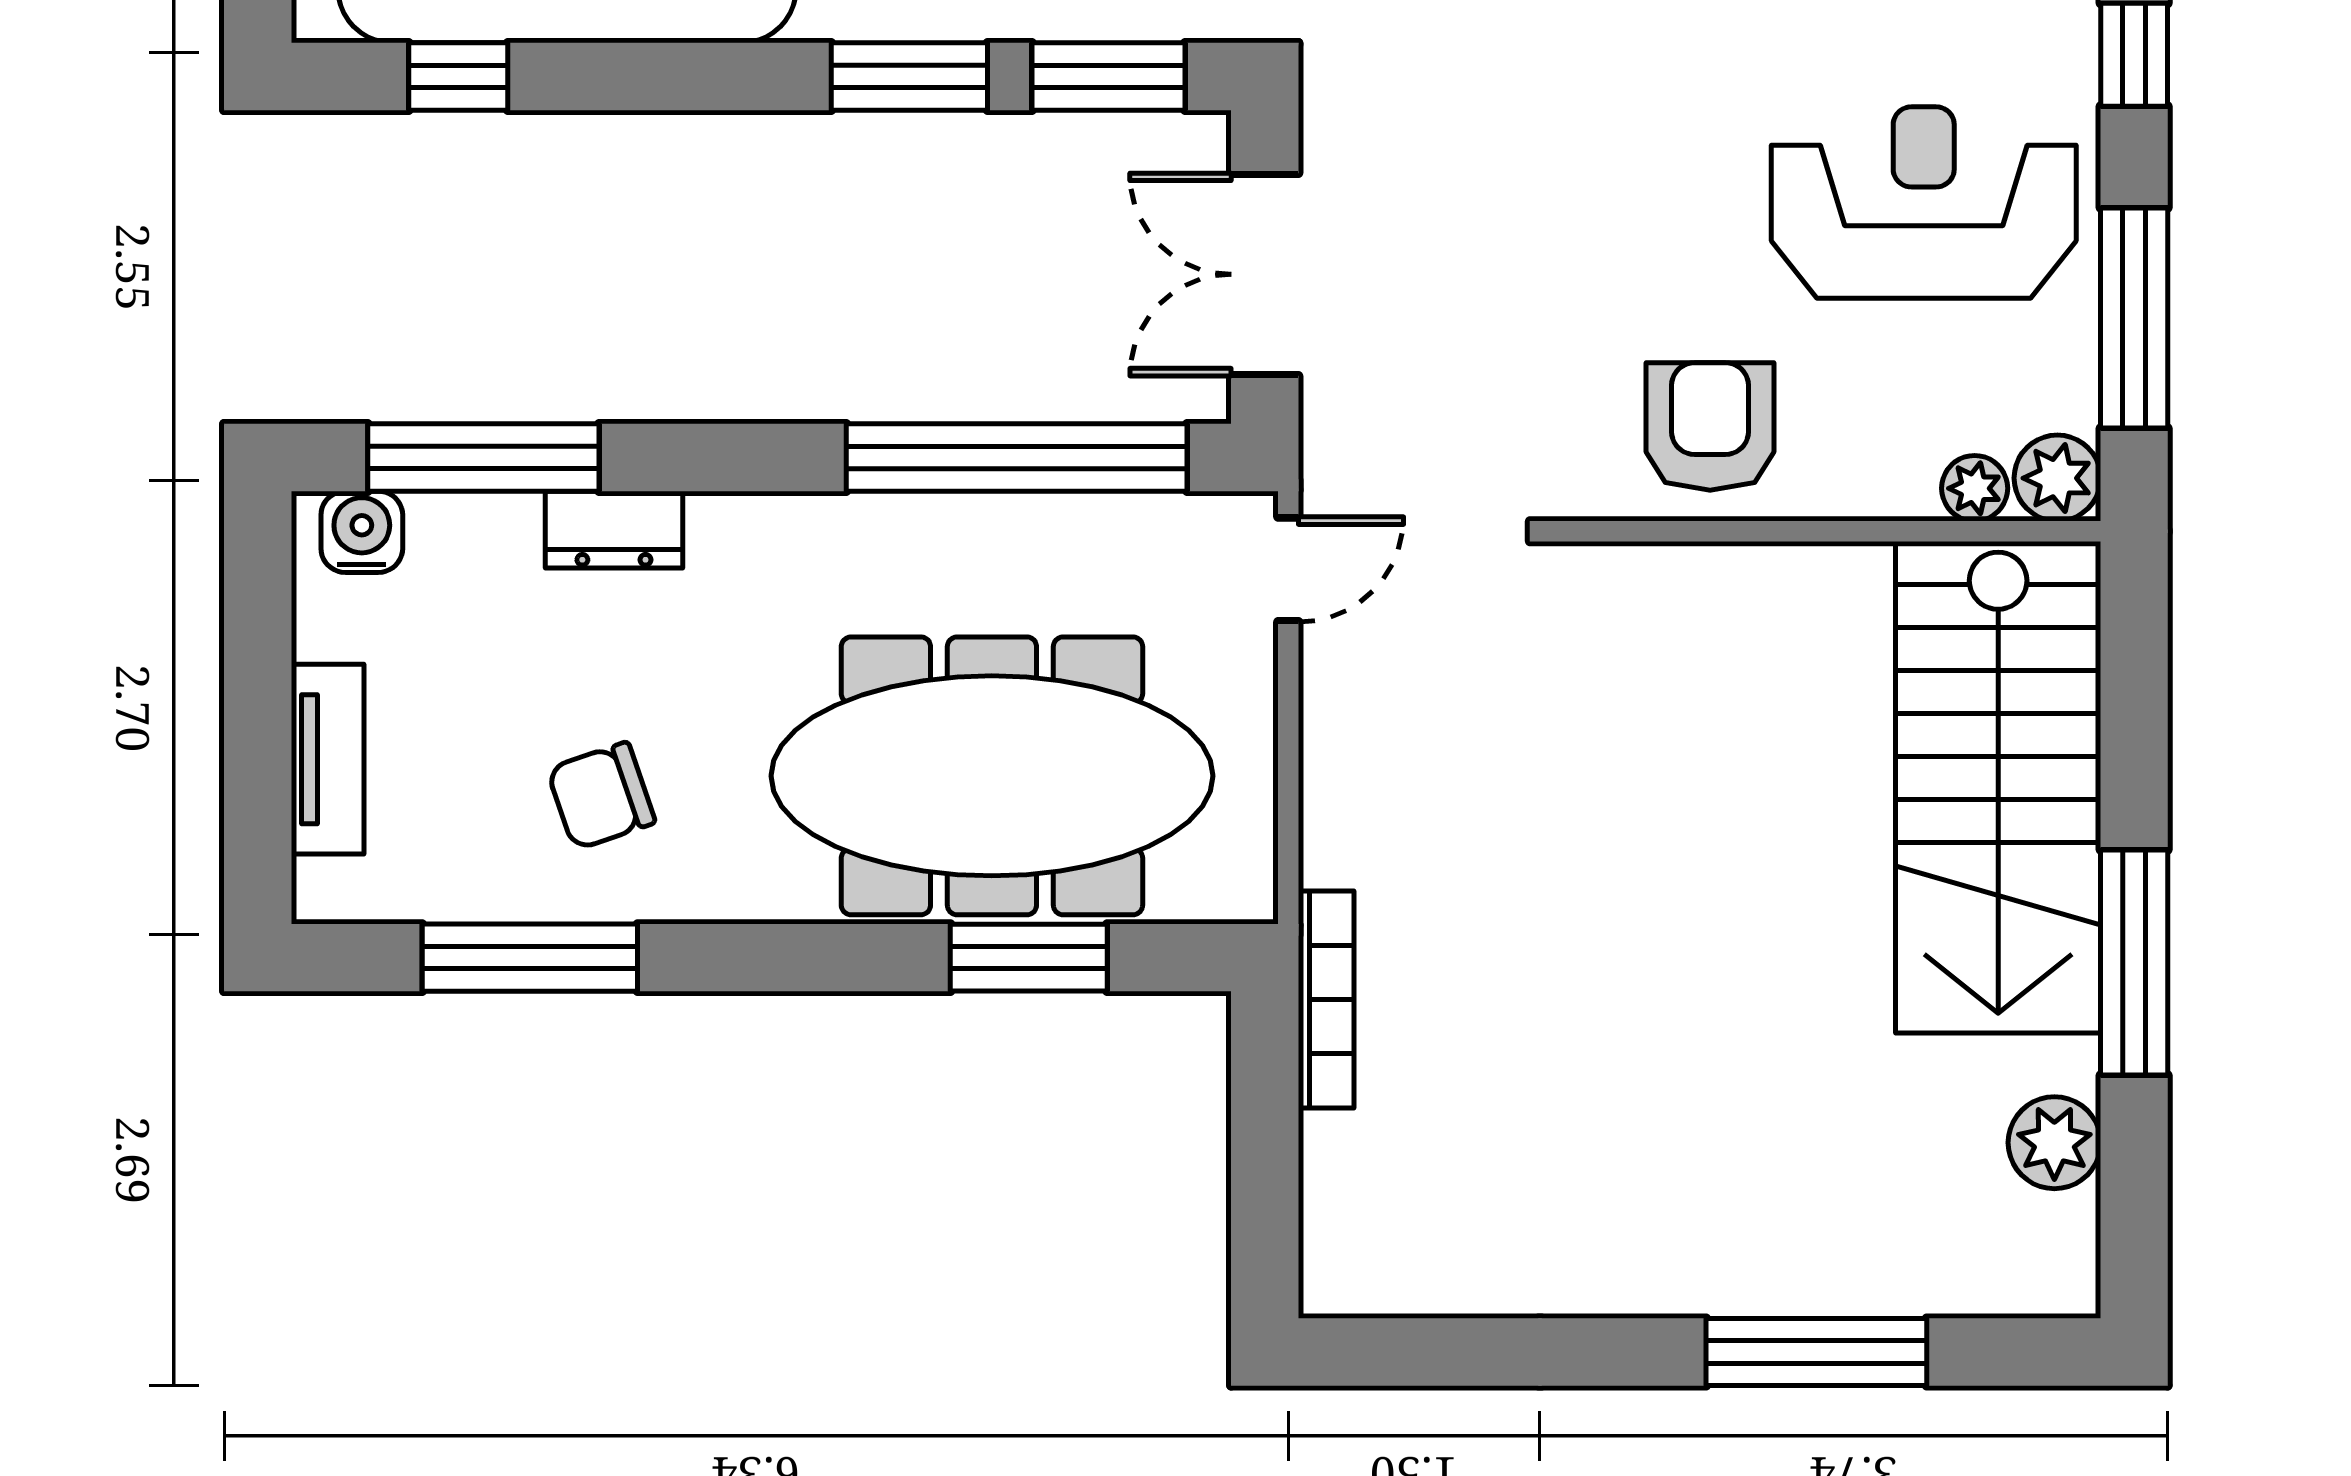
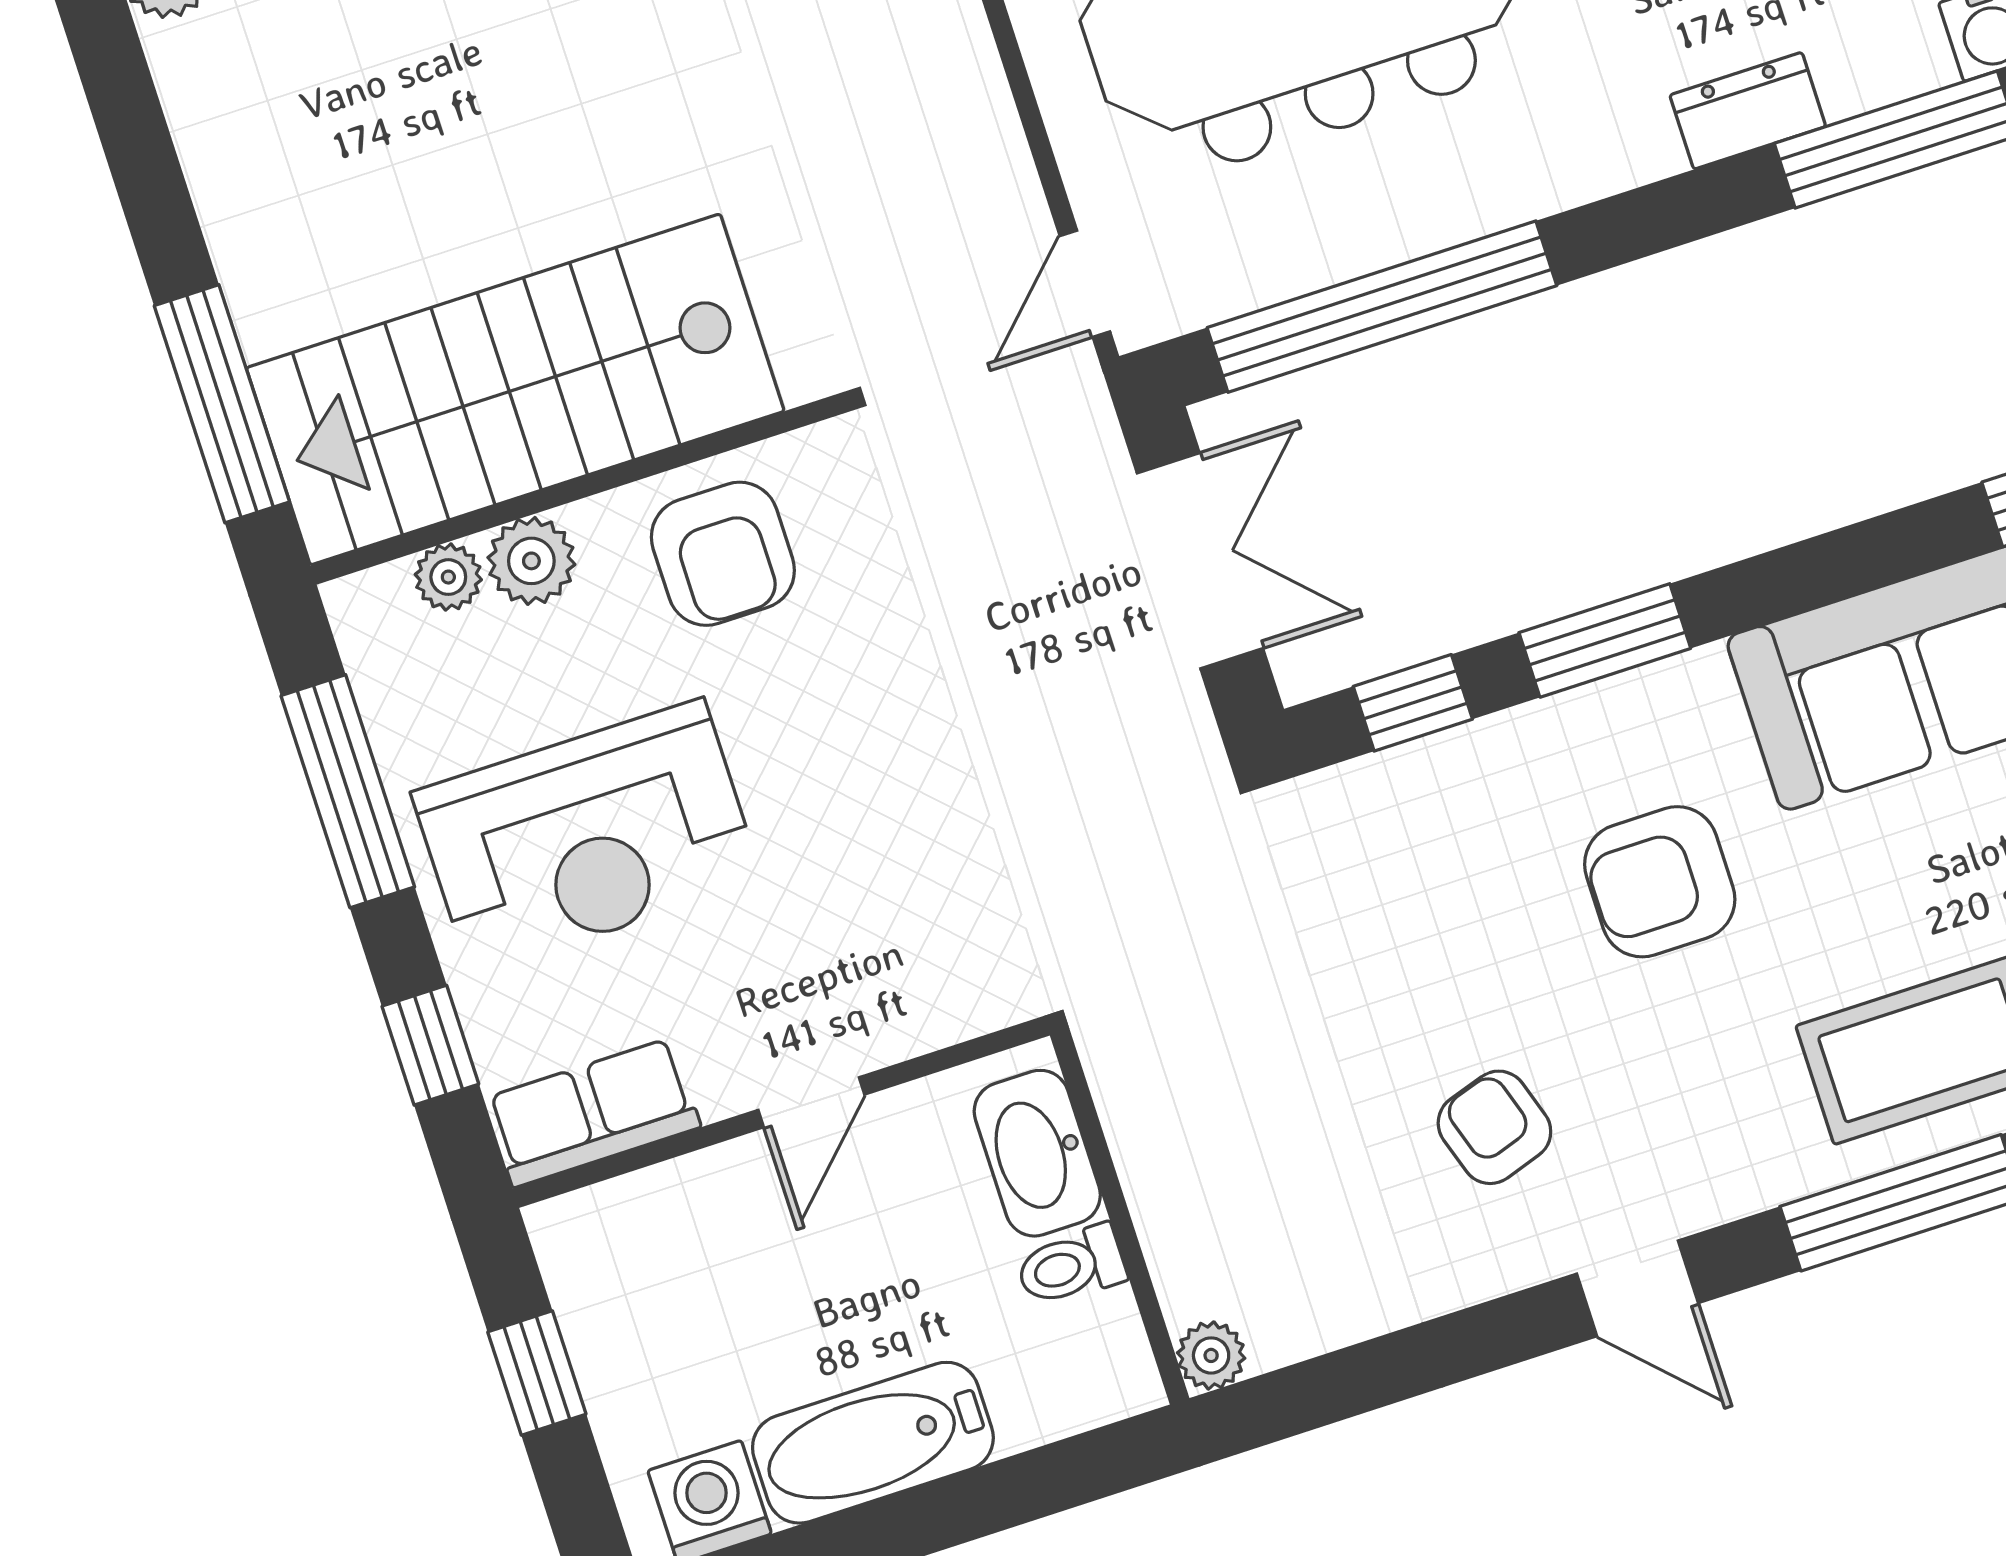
window: (1108, 76) -> (1413, 703), width x0.67
plant: (2057, 478) -> (531, 561), moved
stairs: (1998, 787) -> (515, 389), moved, turned -90
window: (2134, 963) -> (222, 404), moved

